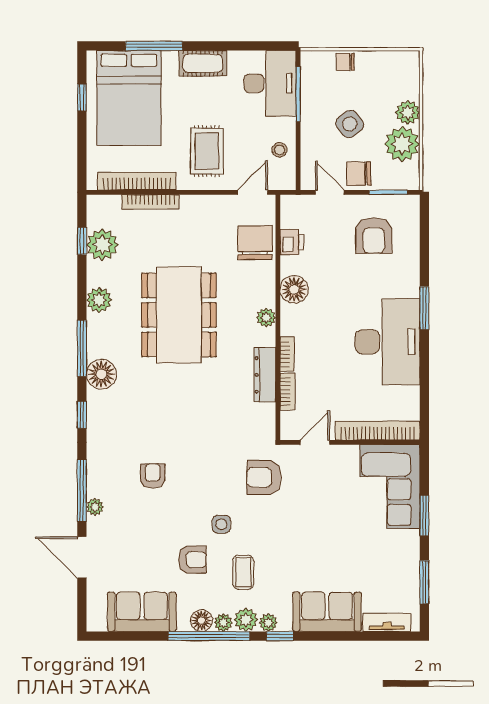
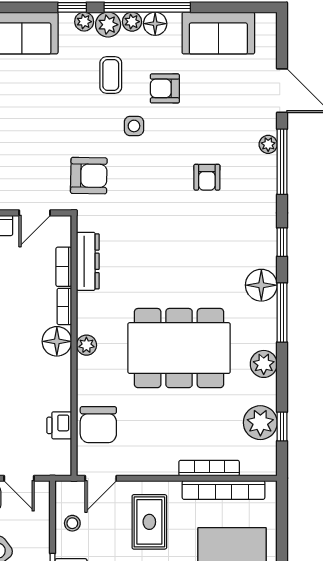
floor lamp: (294, 289) -> (57, 341), moved
dining table: (179, 315) -> (179, 348), turned 90
dresser: (265, 375) -> (88, 261), moved

